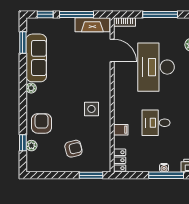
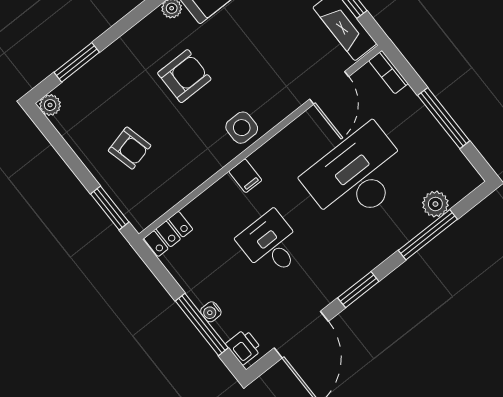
side table: (91, 109) -> (242, 128), moved
armchair: (42, 123) -> (184, 76), moved
filing cabinet: (121, 130) -> (245, 176), moved
window: (23, 143) -> (77, 62), width x1.50
plant: (31, 146) -> (50, 105), moved

